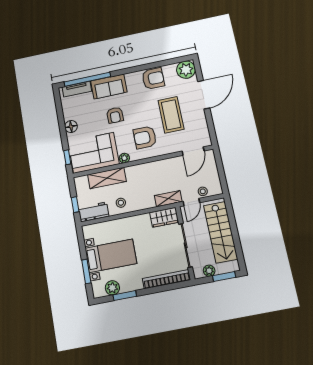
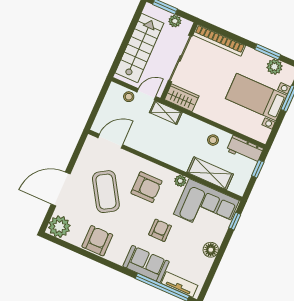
armchair: (153, 79) -> (97, 241), turned 90
coffee table: (171, 115) -> (106, 192), turned -32

